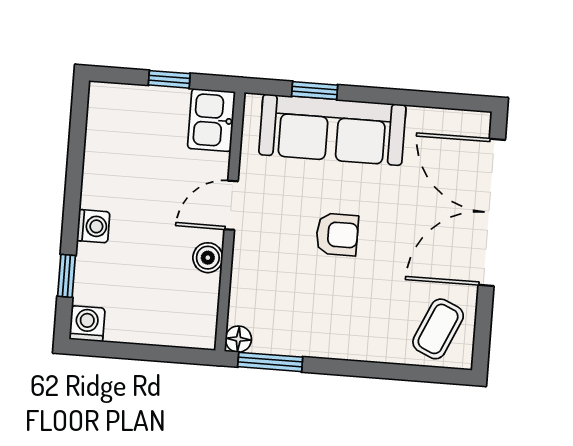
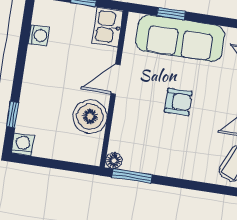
washing machine: (93, 226) -> (39, 35), moved
boiler: (208, 258) -> (90, 116), width x1.86, depth x1.86

